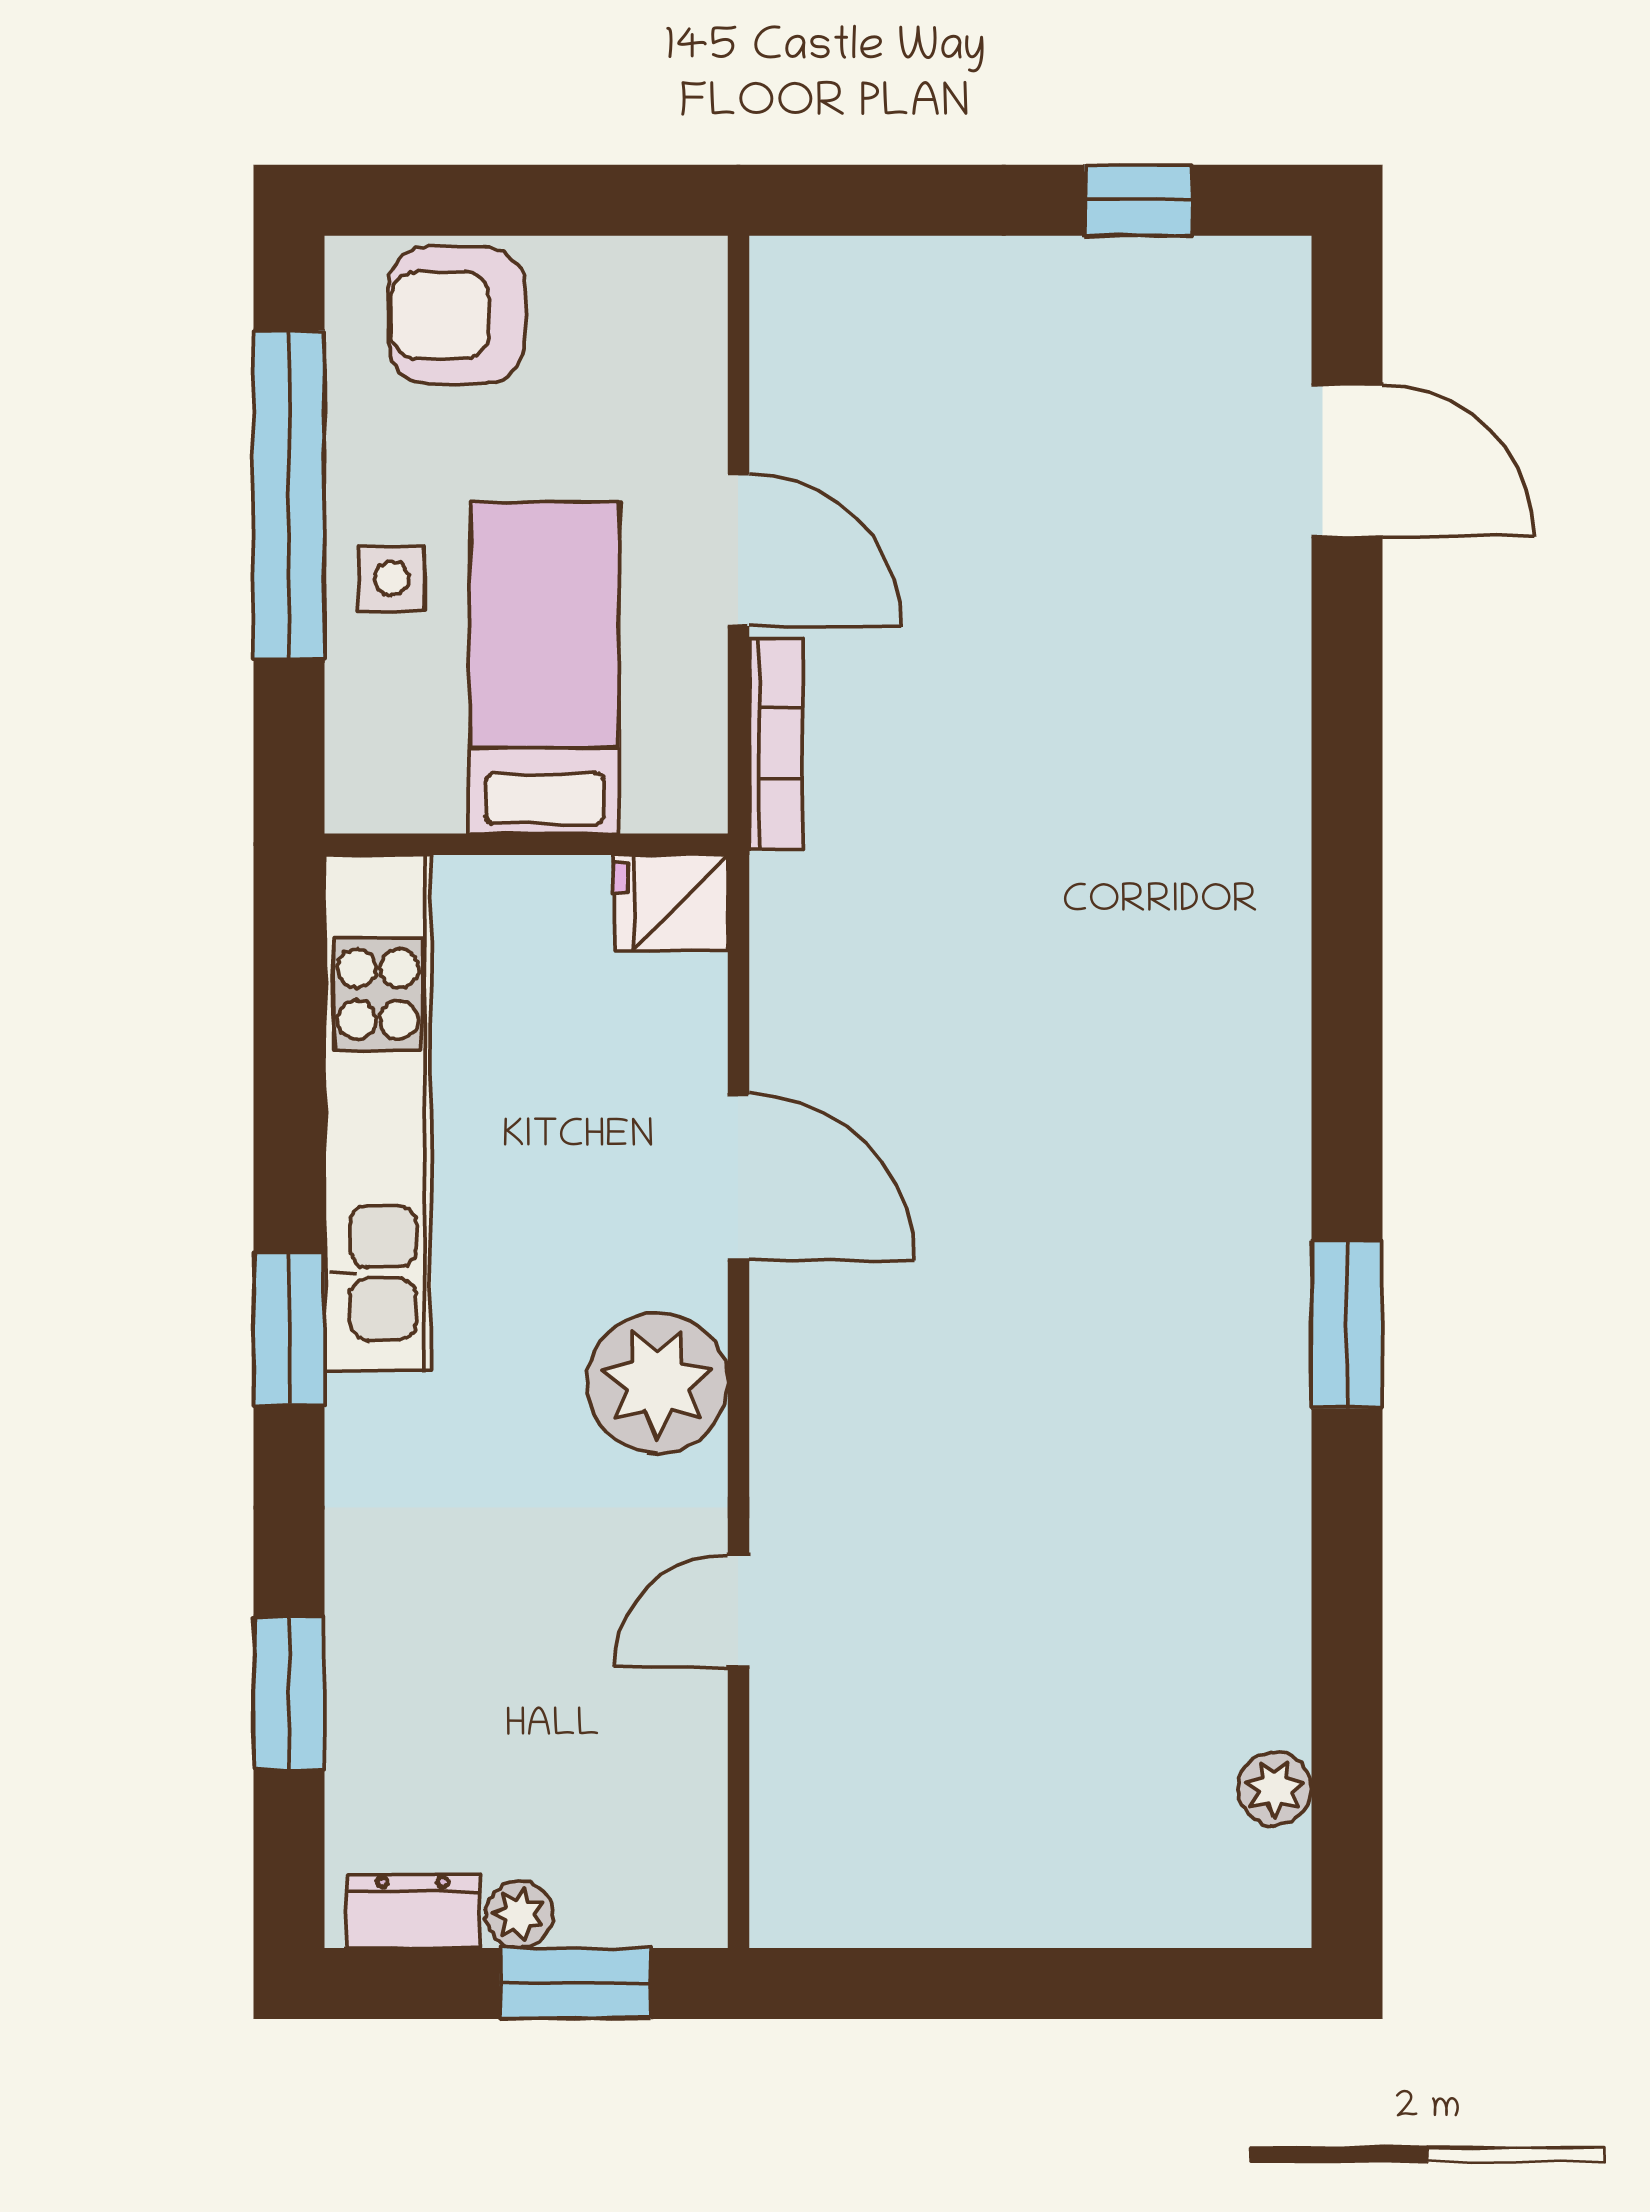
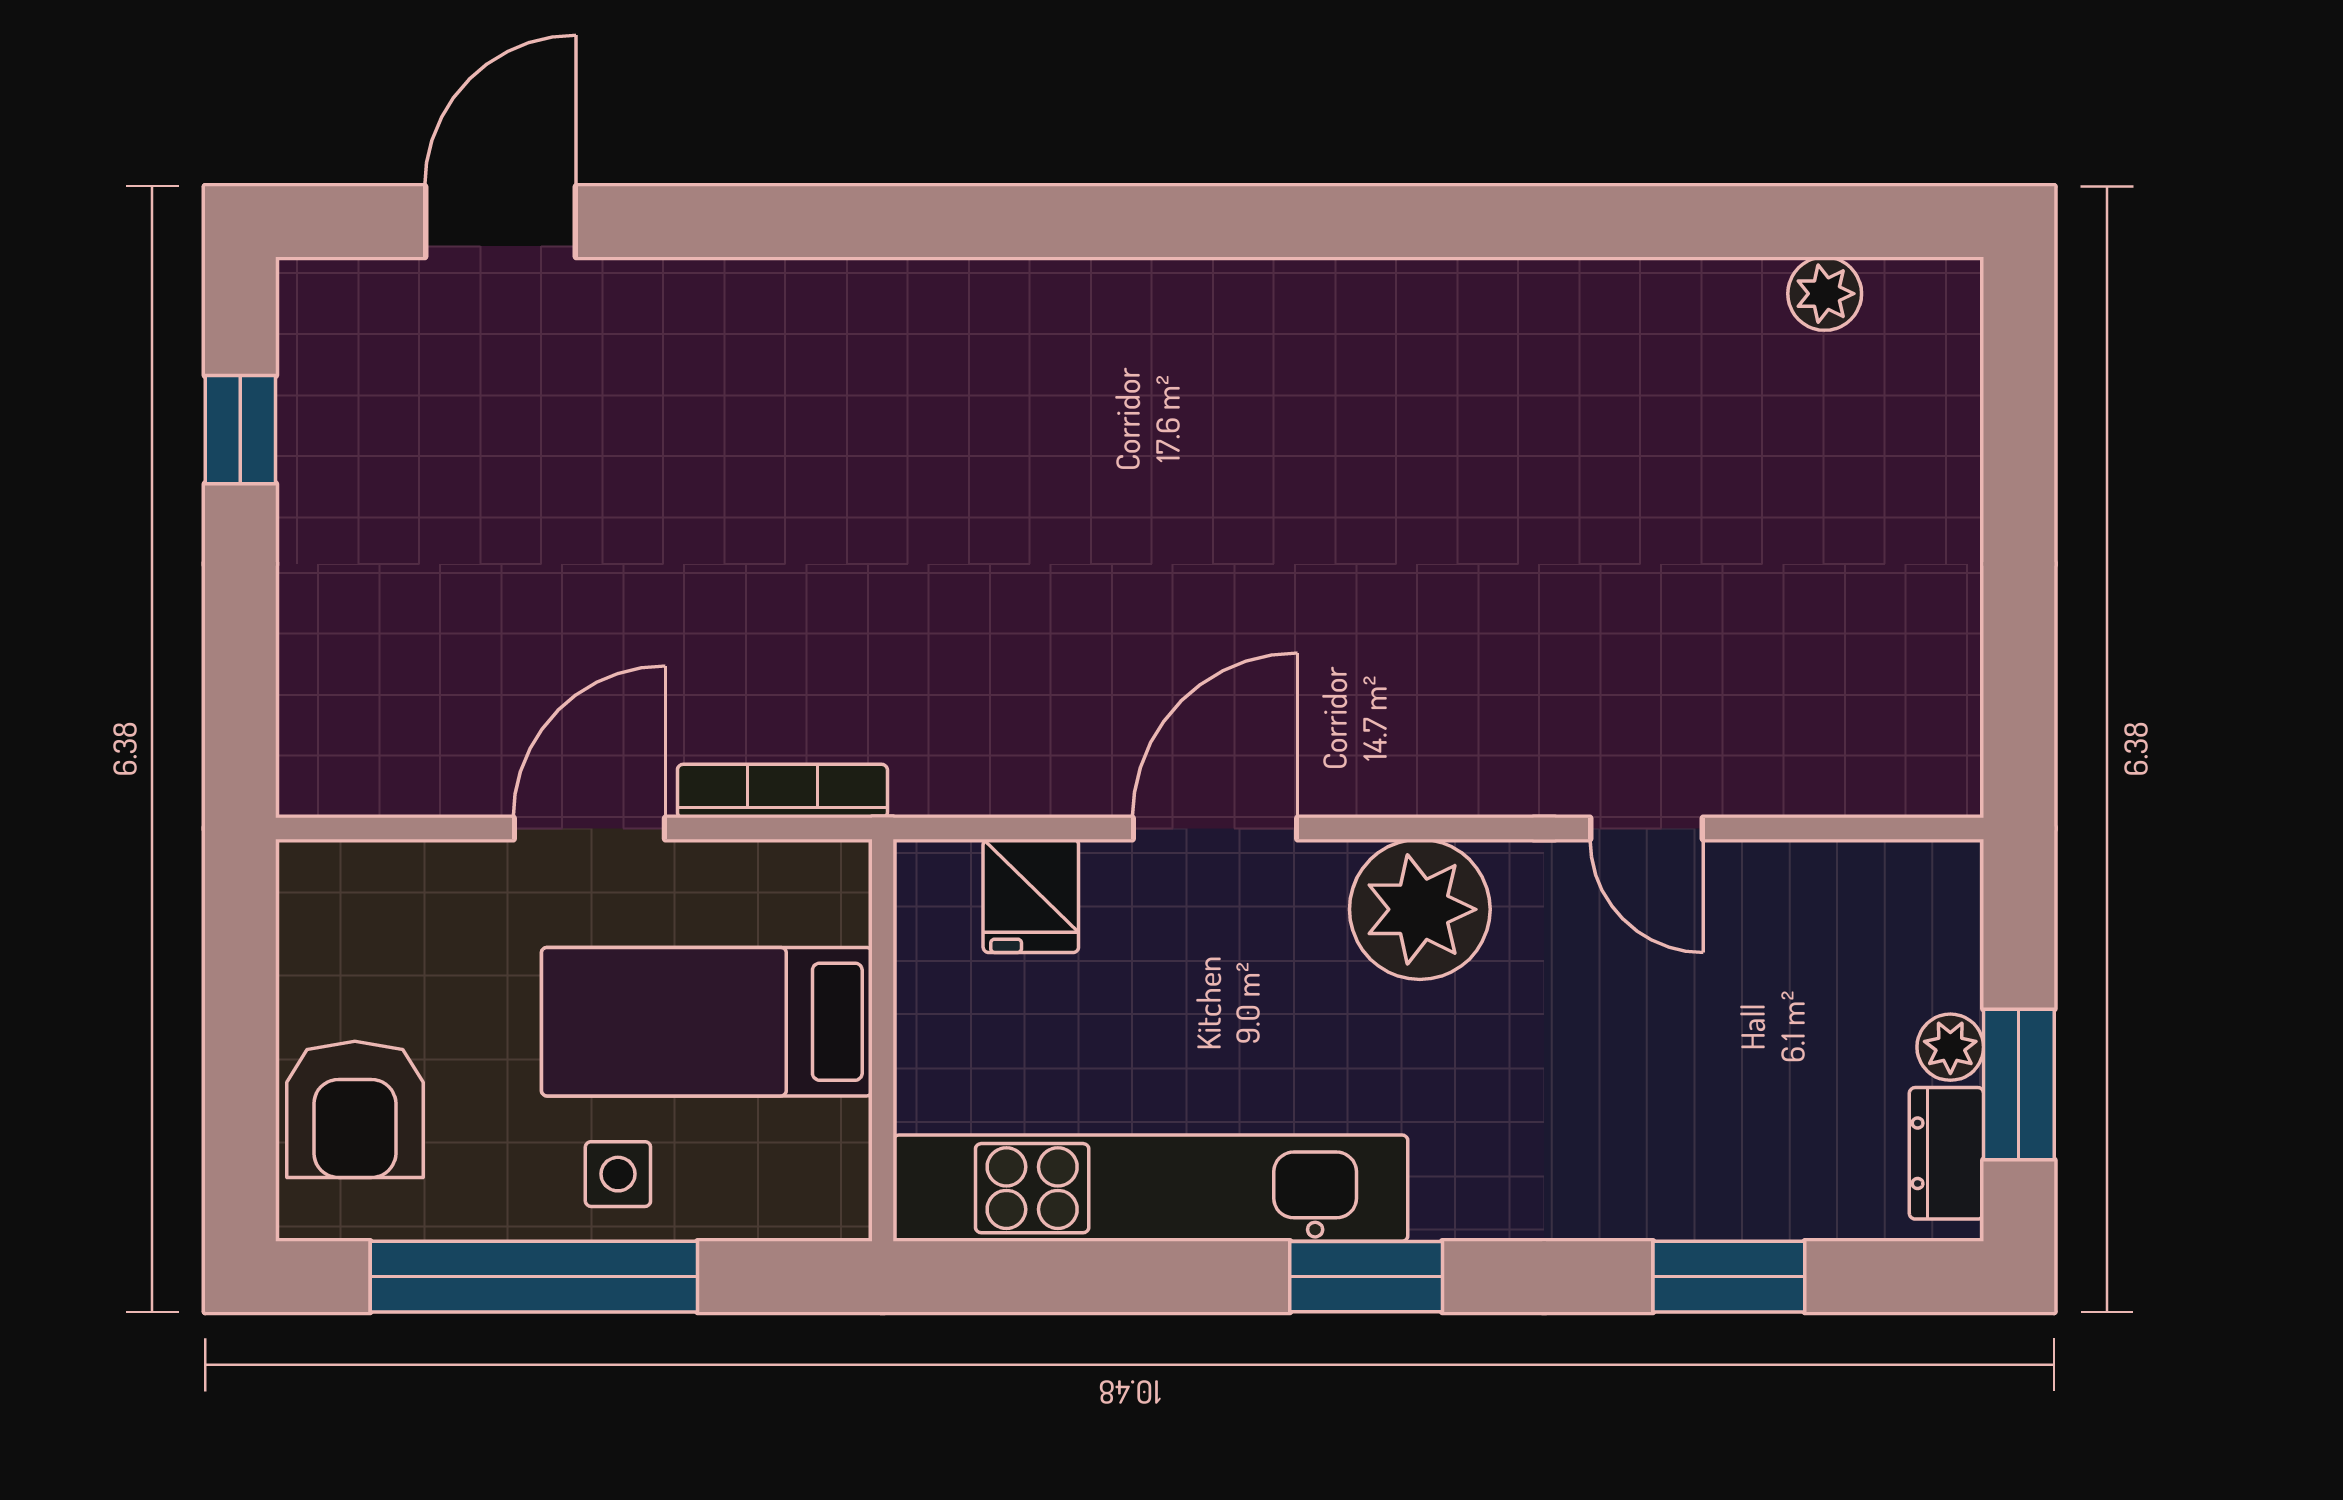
fridge: (671, 903) -> (1031, 896), moved
window: (1347, 1324) -> (1362, 222), removed
window: (575, 1983) -> (2019, 1085), moved

